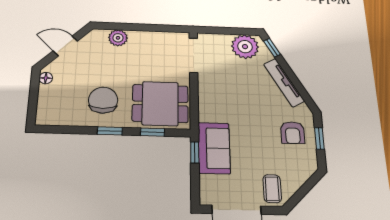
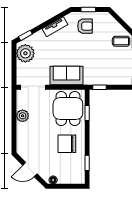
plant: (118, 38) -> (23, 116), moved
door: (65, 46) -> (30, 170), hinge flipped
tv unit: (284, 83) -> (55, 27), width x0.71
window: (110, 131) -> (87, 163), moved
sofa: (214, 148) -> (67, 76), moved

